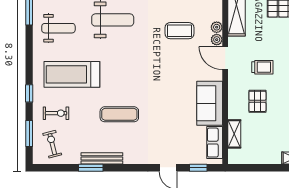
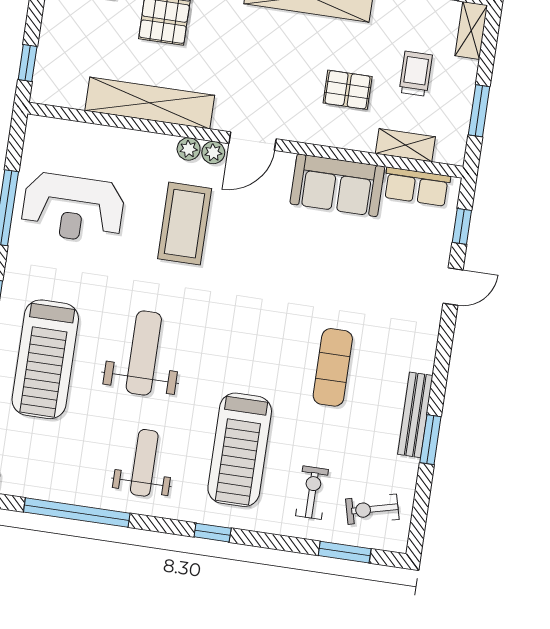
coffee table: (179, 31) -> (185, 224), width x1.36, depth x1.32
trolley: (262, 67) -> (416, 74), moved
window: (29, 93) -> (213, 533), moved
window: (257, 168) -> (479, 111), added

